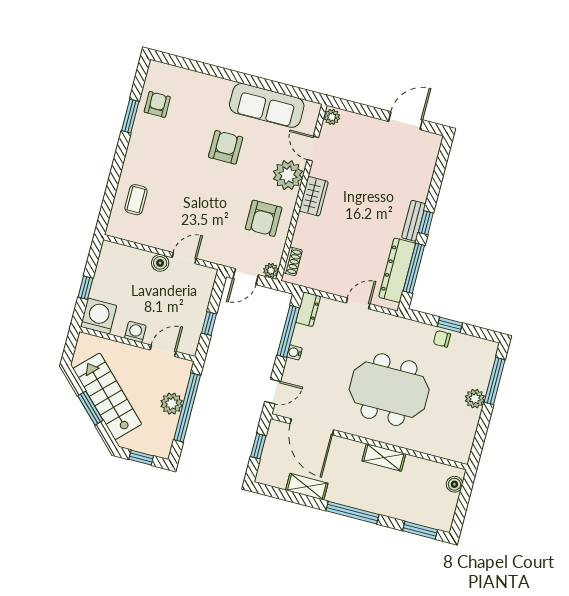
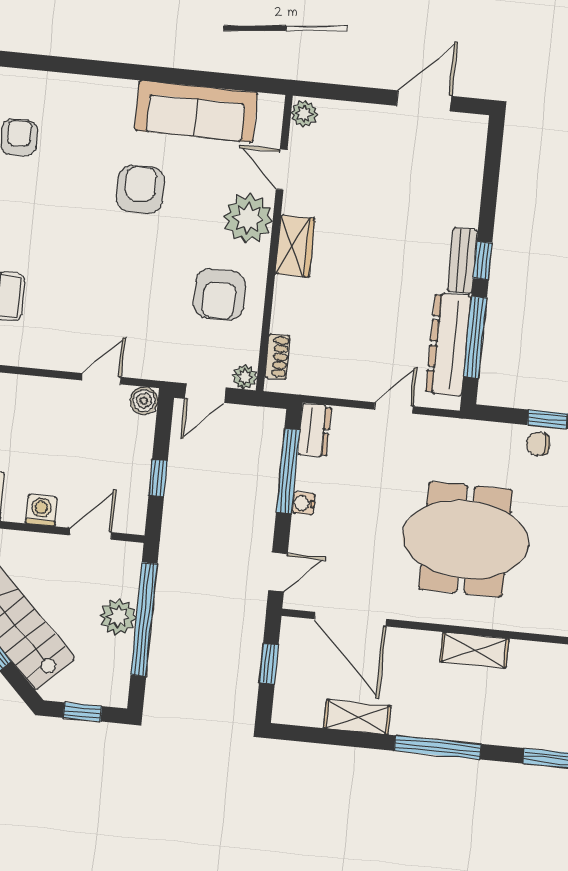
boiler: (160, 263) -> (144, 401), moved

